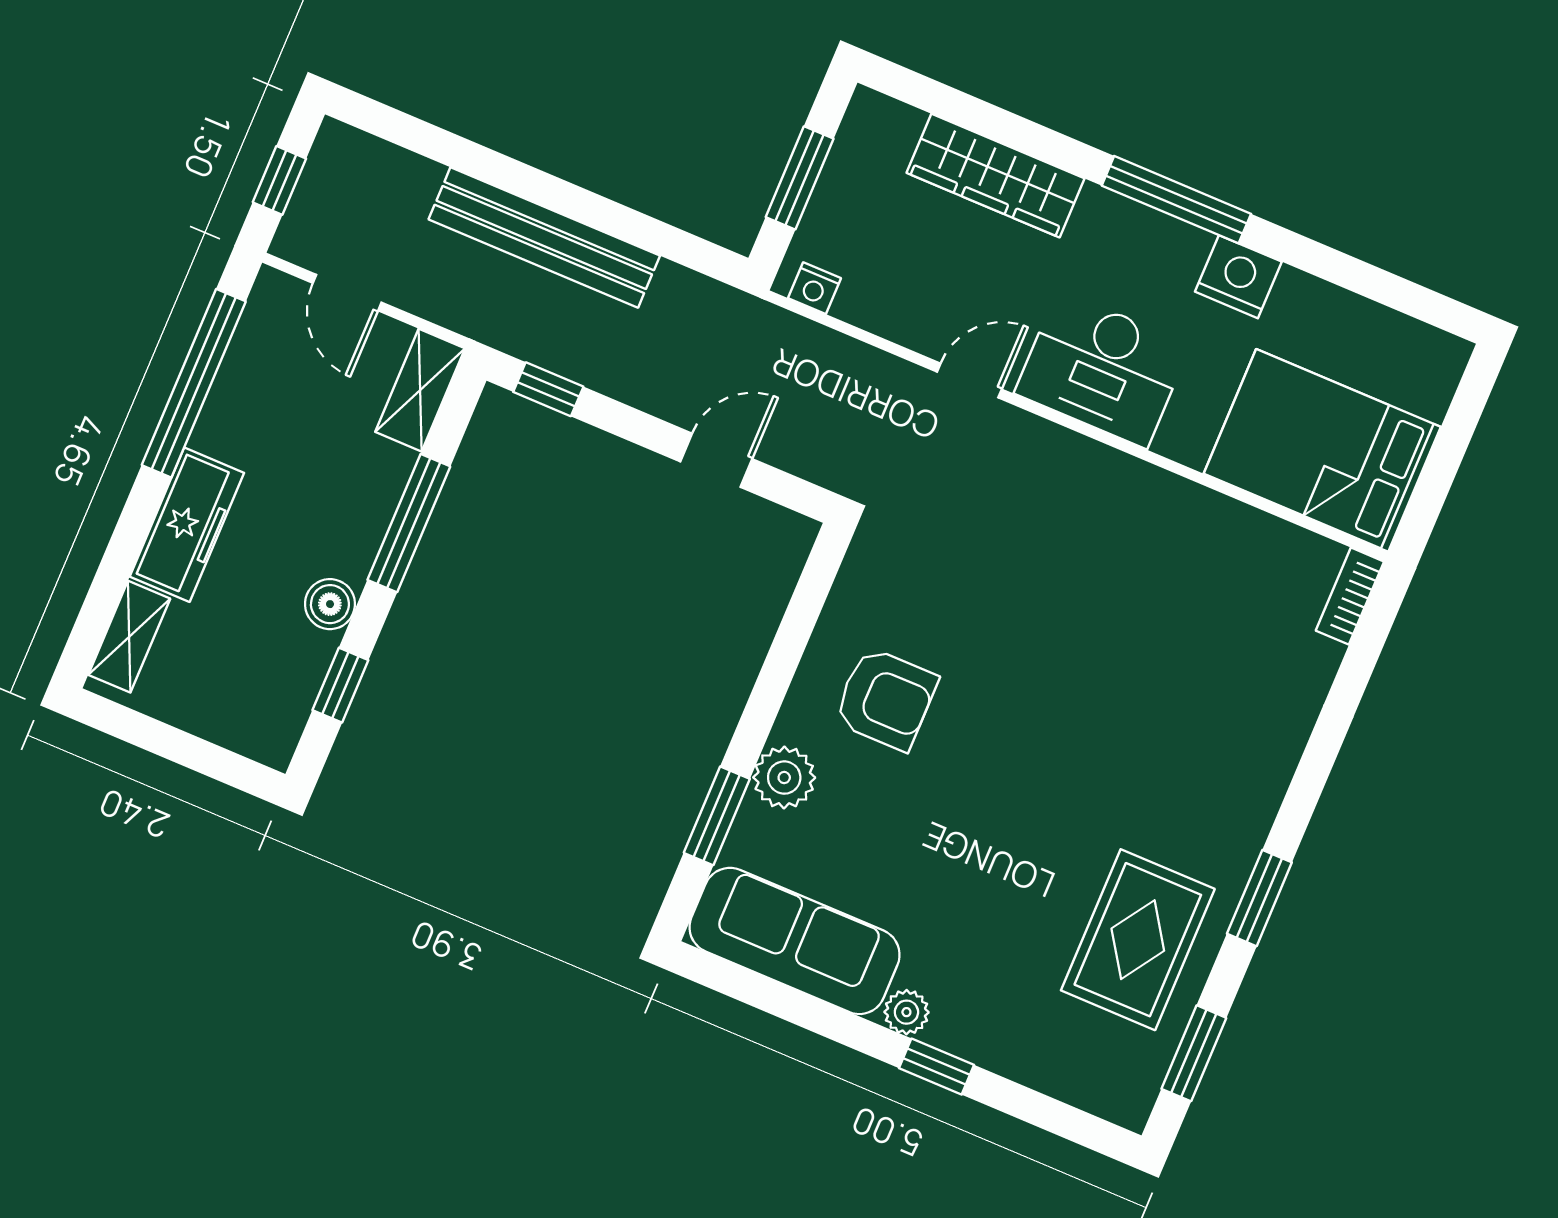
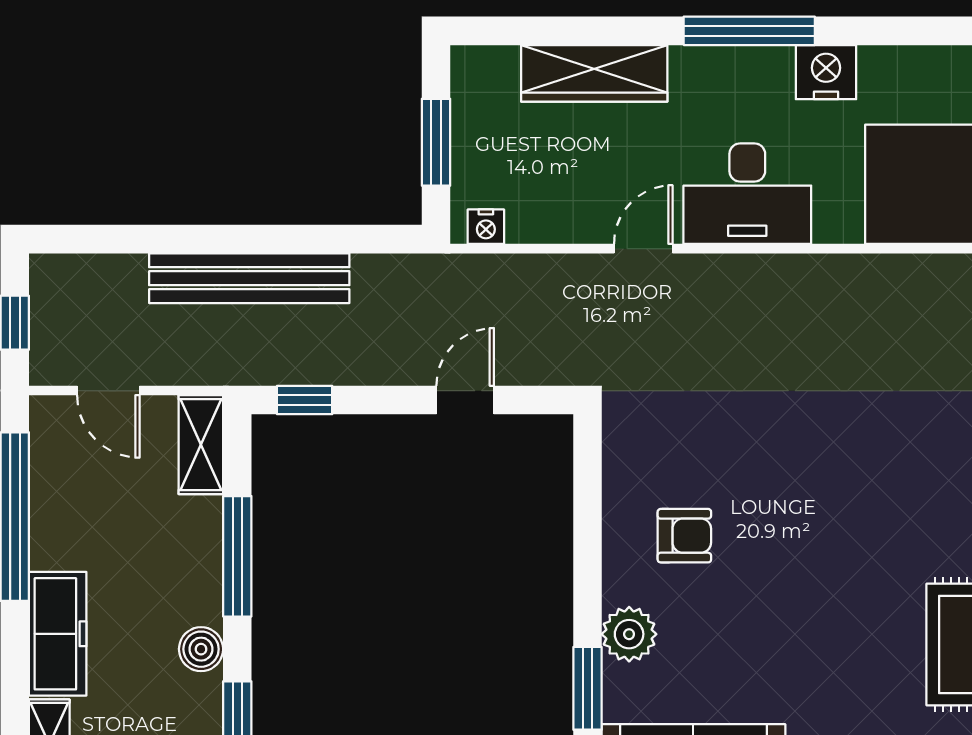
armchair: (886, 699) -> (684, 536), width x0.72, depth x0.72

